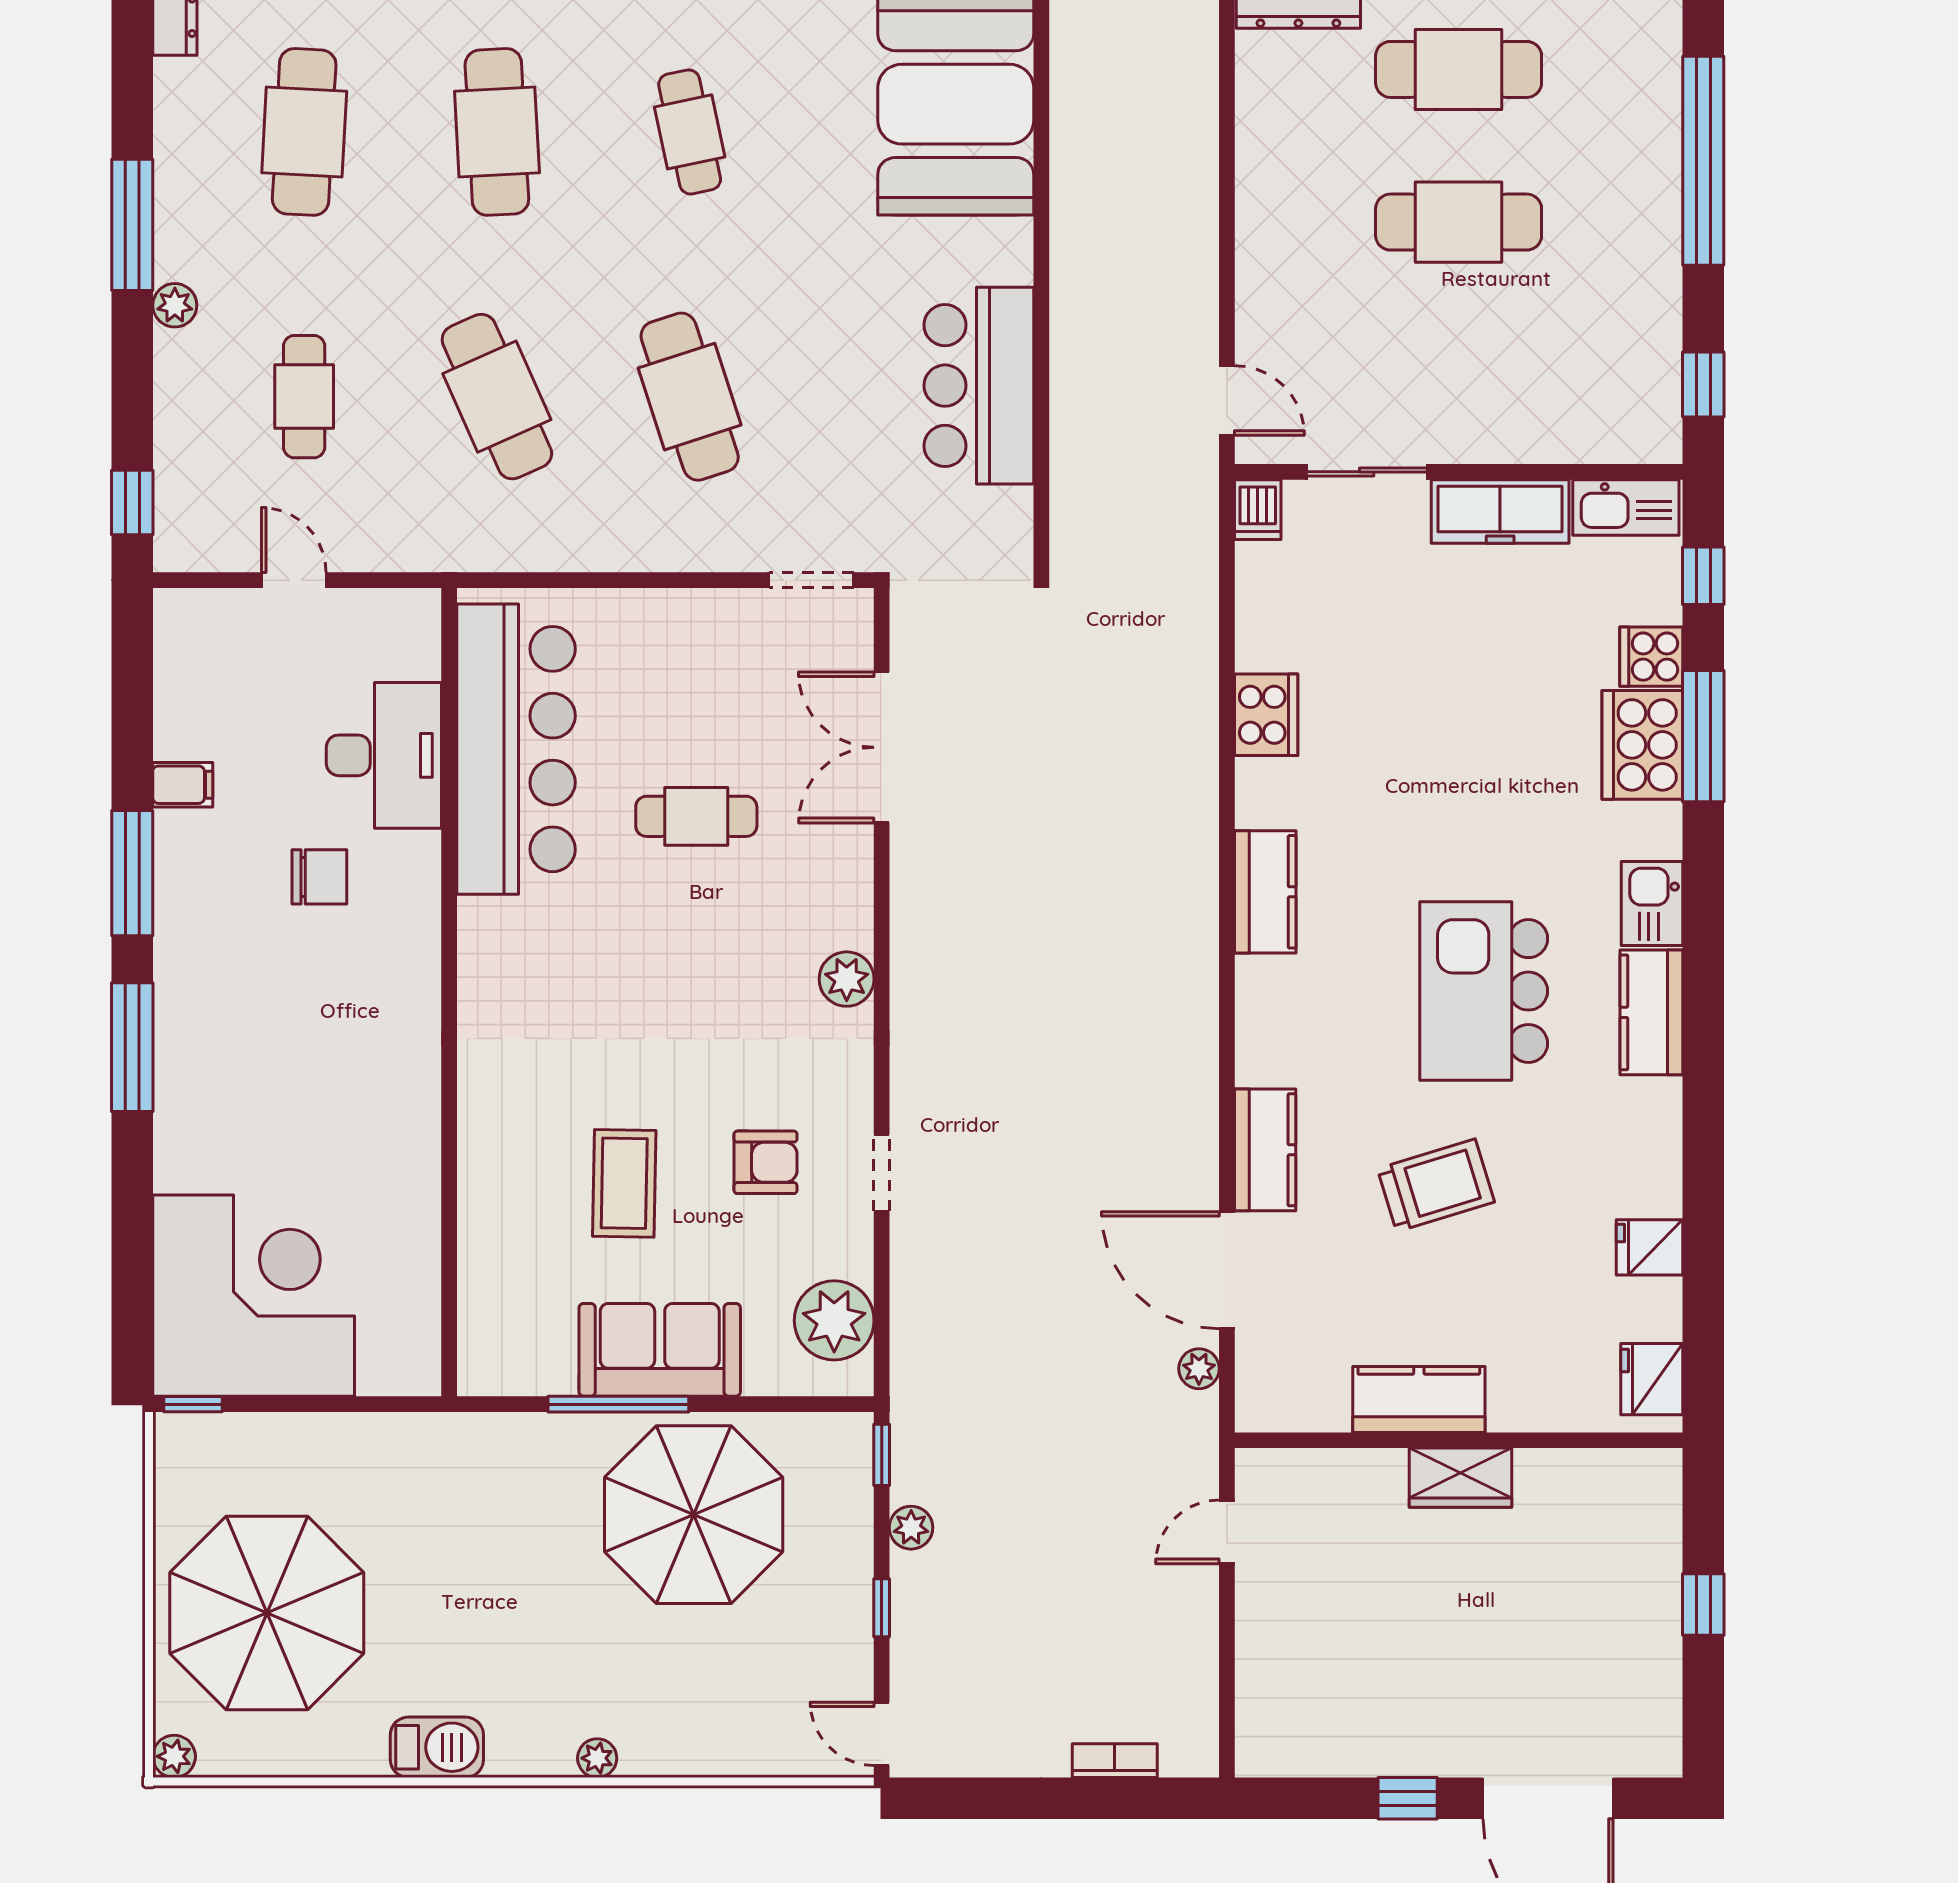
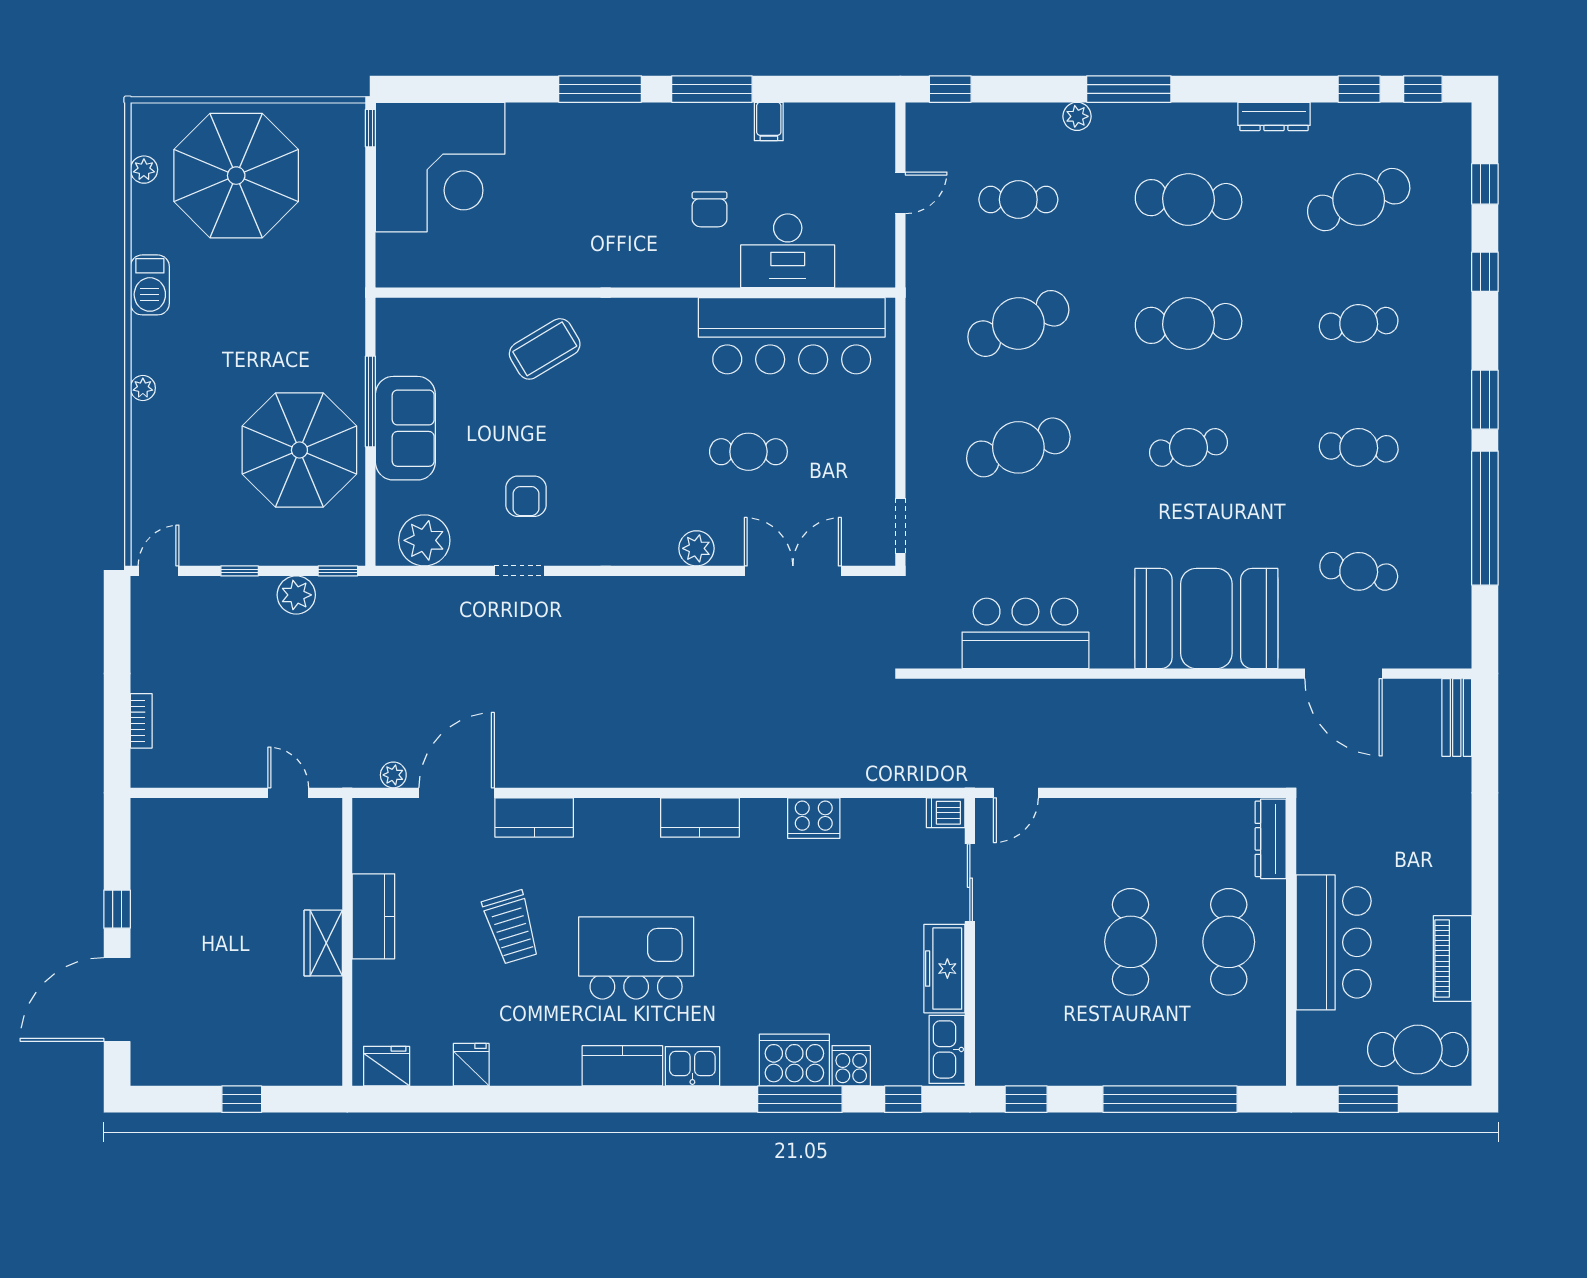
cafe table: (696, 816) -> (748, 452), turned 90
plant: (847, 979) -> (696, 548), moved
coffee table: (624, 1183) -> (545, 349), moved, turned -32
plant: (911, 1528) -> (296, 595), width x1.38, depth x1.38
plant: (174, 1756) -> (144, 170), moved

